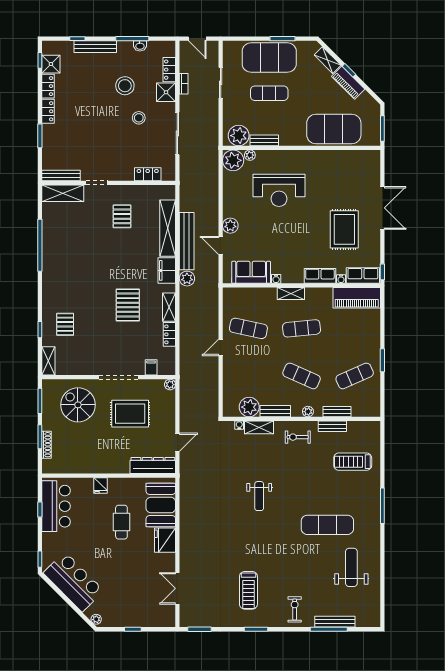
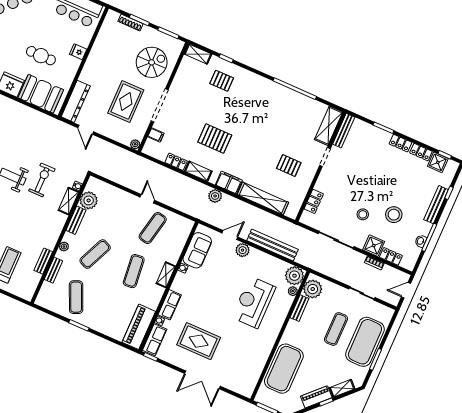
bench: (187, 241) -> (272, 245), moved
exercise bike: (298, 437) -> (42, 180), moved, width x1.38, depth x1.39

